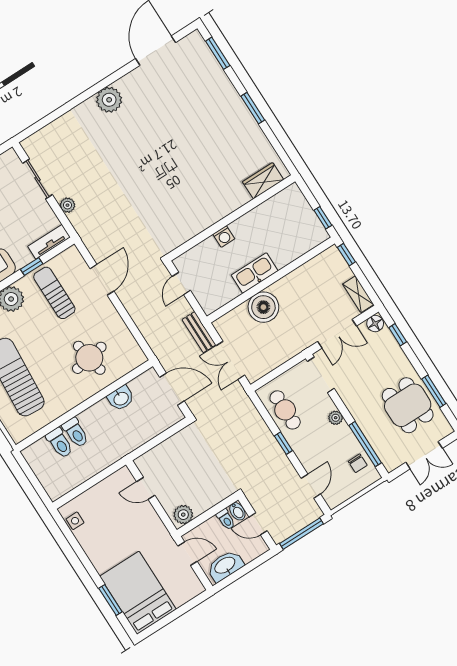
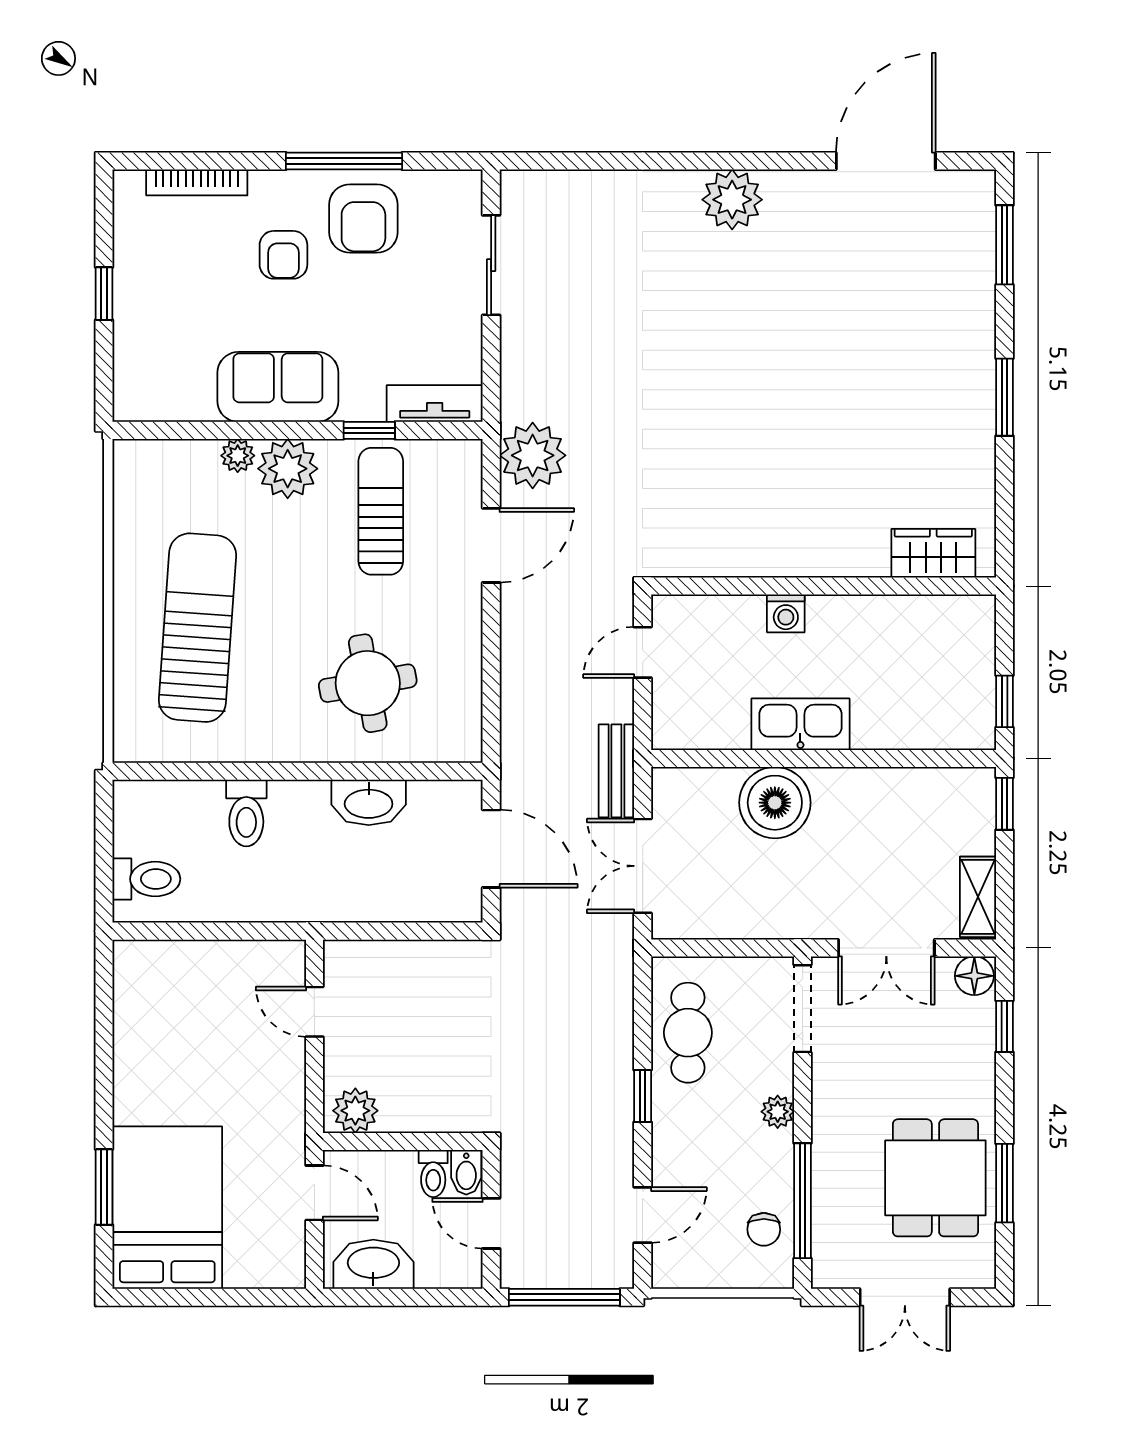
plant: (67, 205) -> (533, 455), moved, width x1.87, depth x1.87
washbasin: (121, 398) -> (369, 802), width x1.38
toilet: (60, 443) -> (146, 879), moved, turned -90
side table: (75, 521) -> (134, 986), removed

